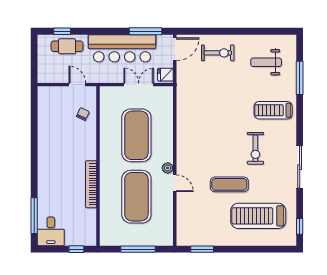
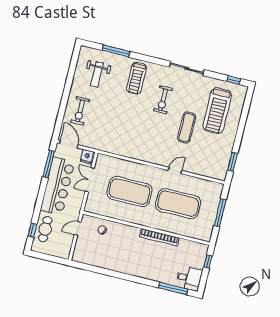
exercise bike: (218, 53) -> (80, 111), turned 180
exercise bike: (255, 148) -> (163, 100), turned 90
plant: (168, 168) -> (161, 173), removed

